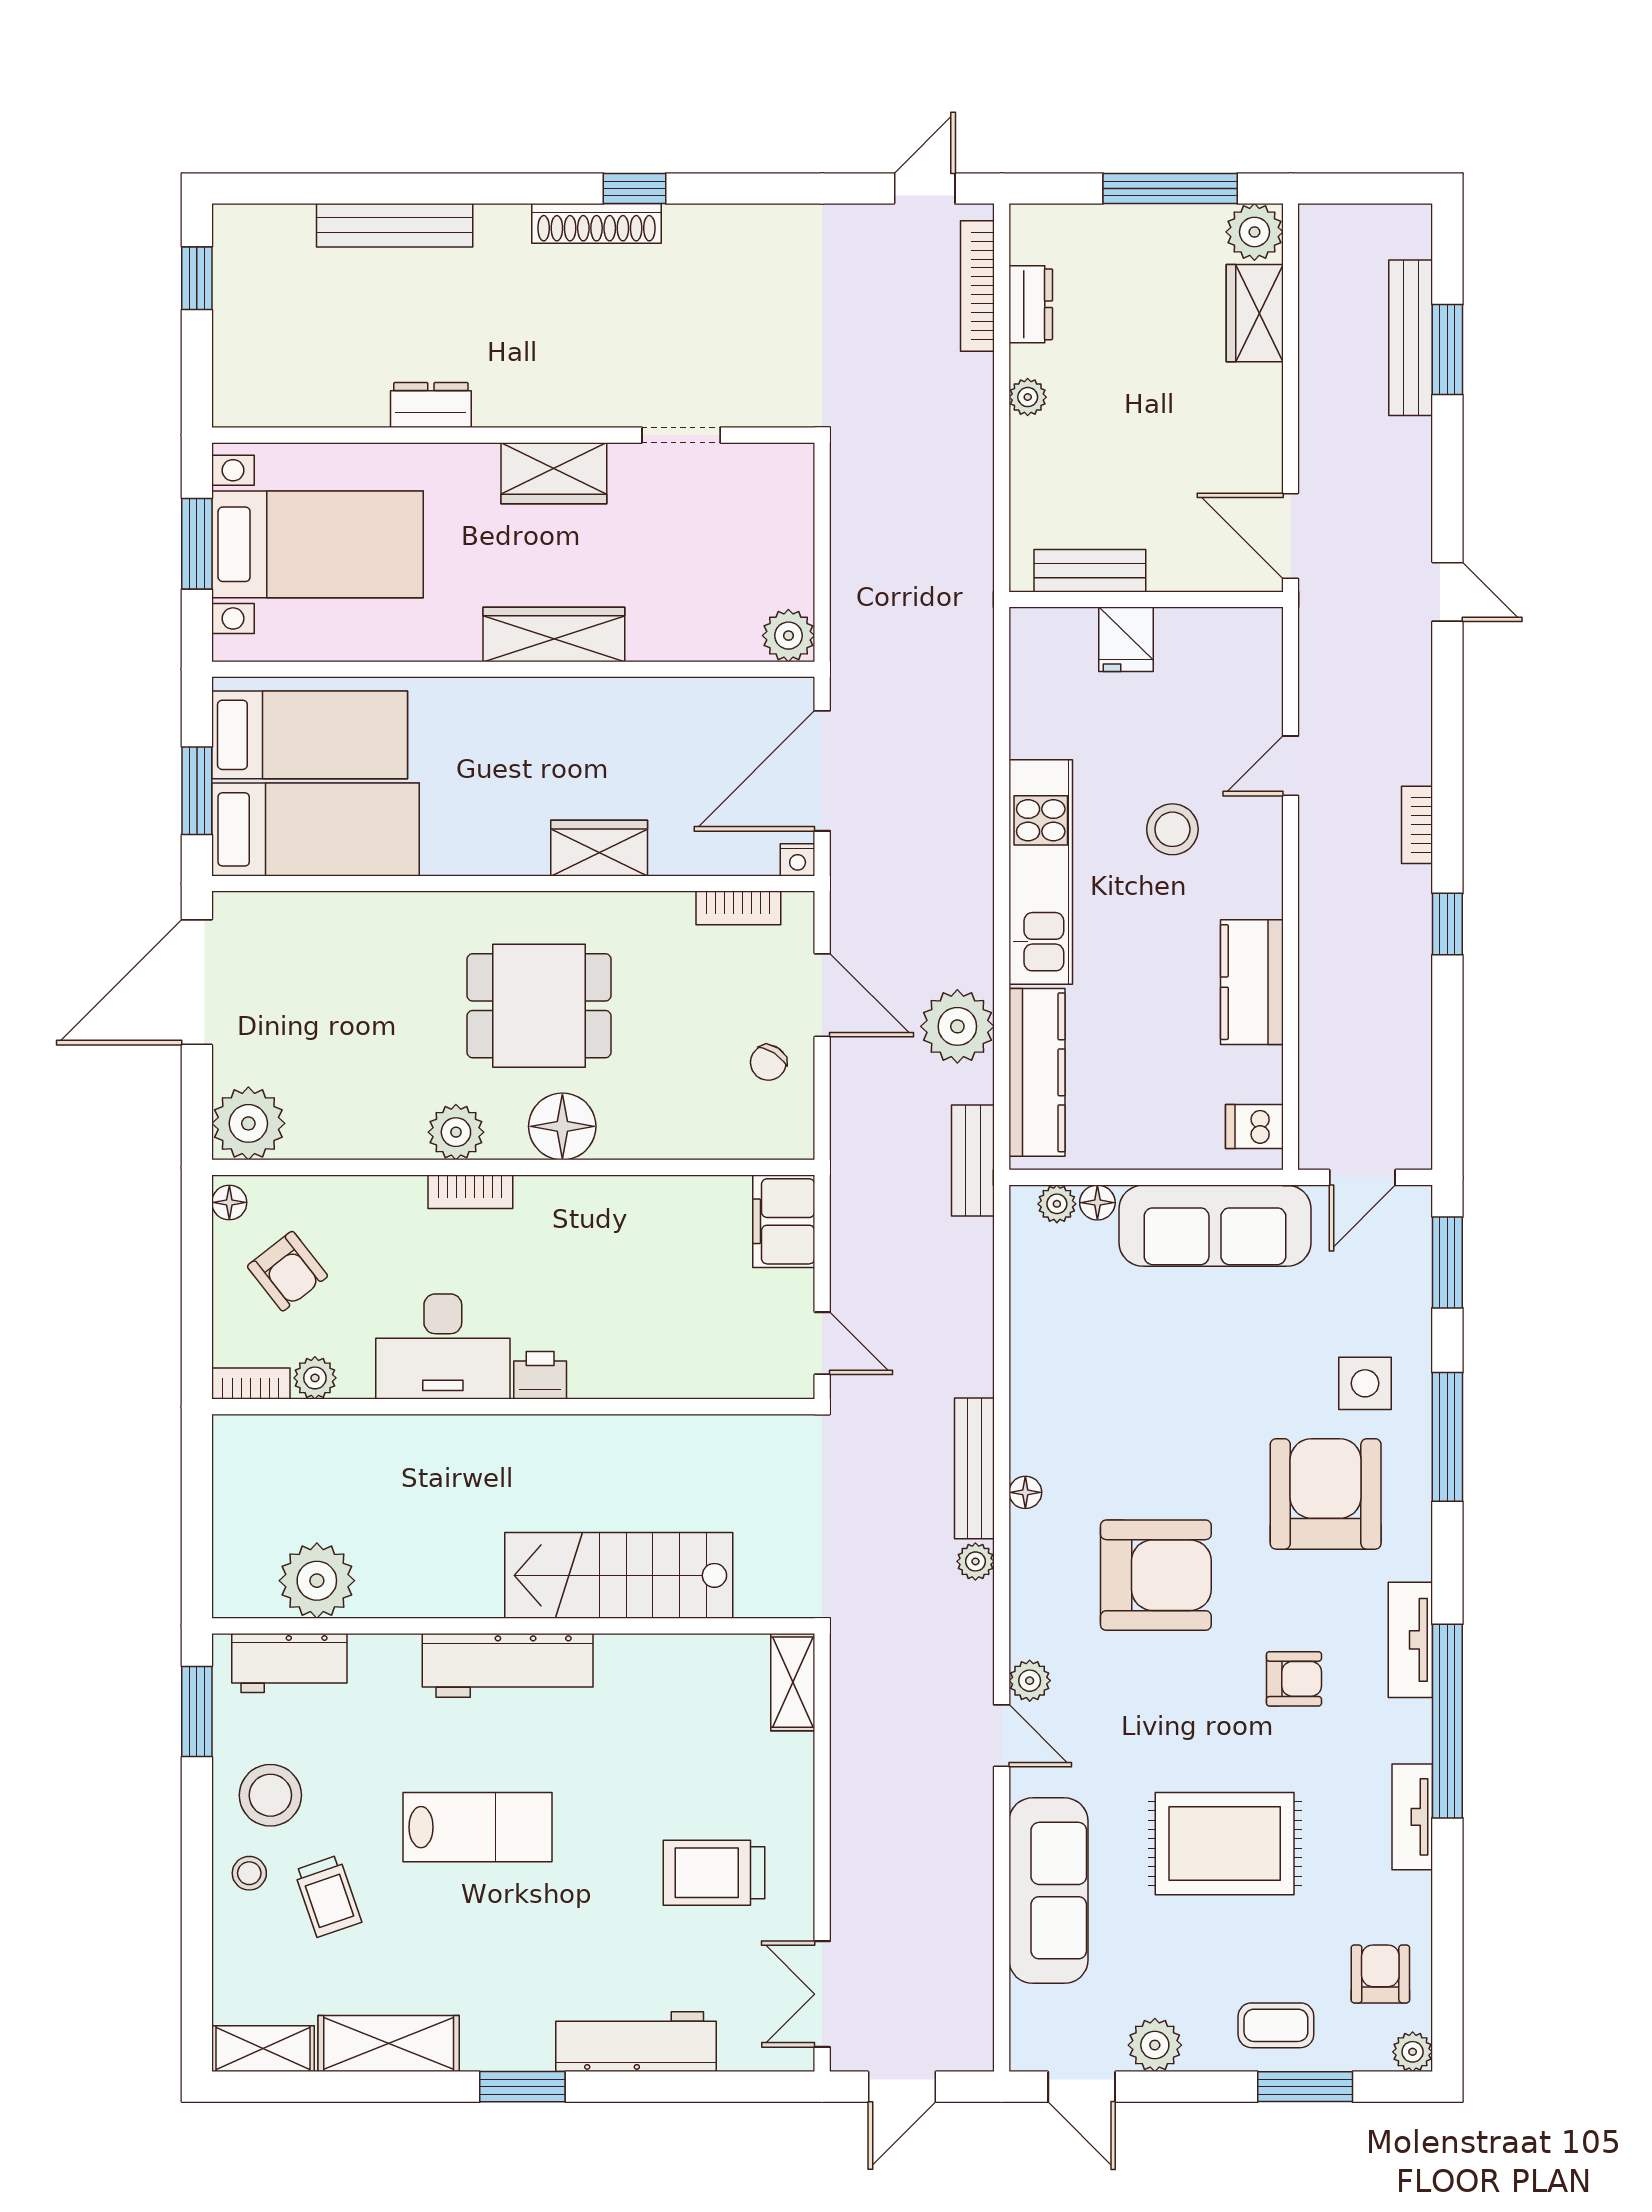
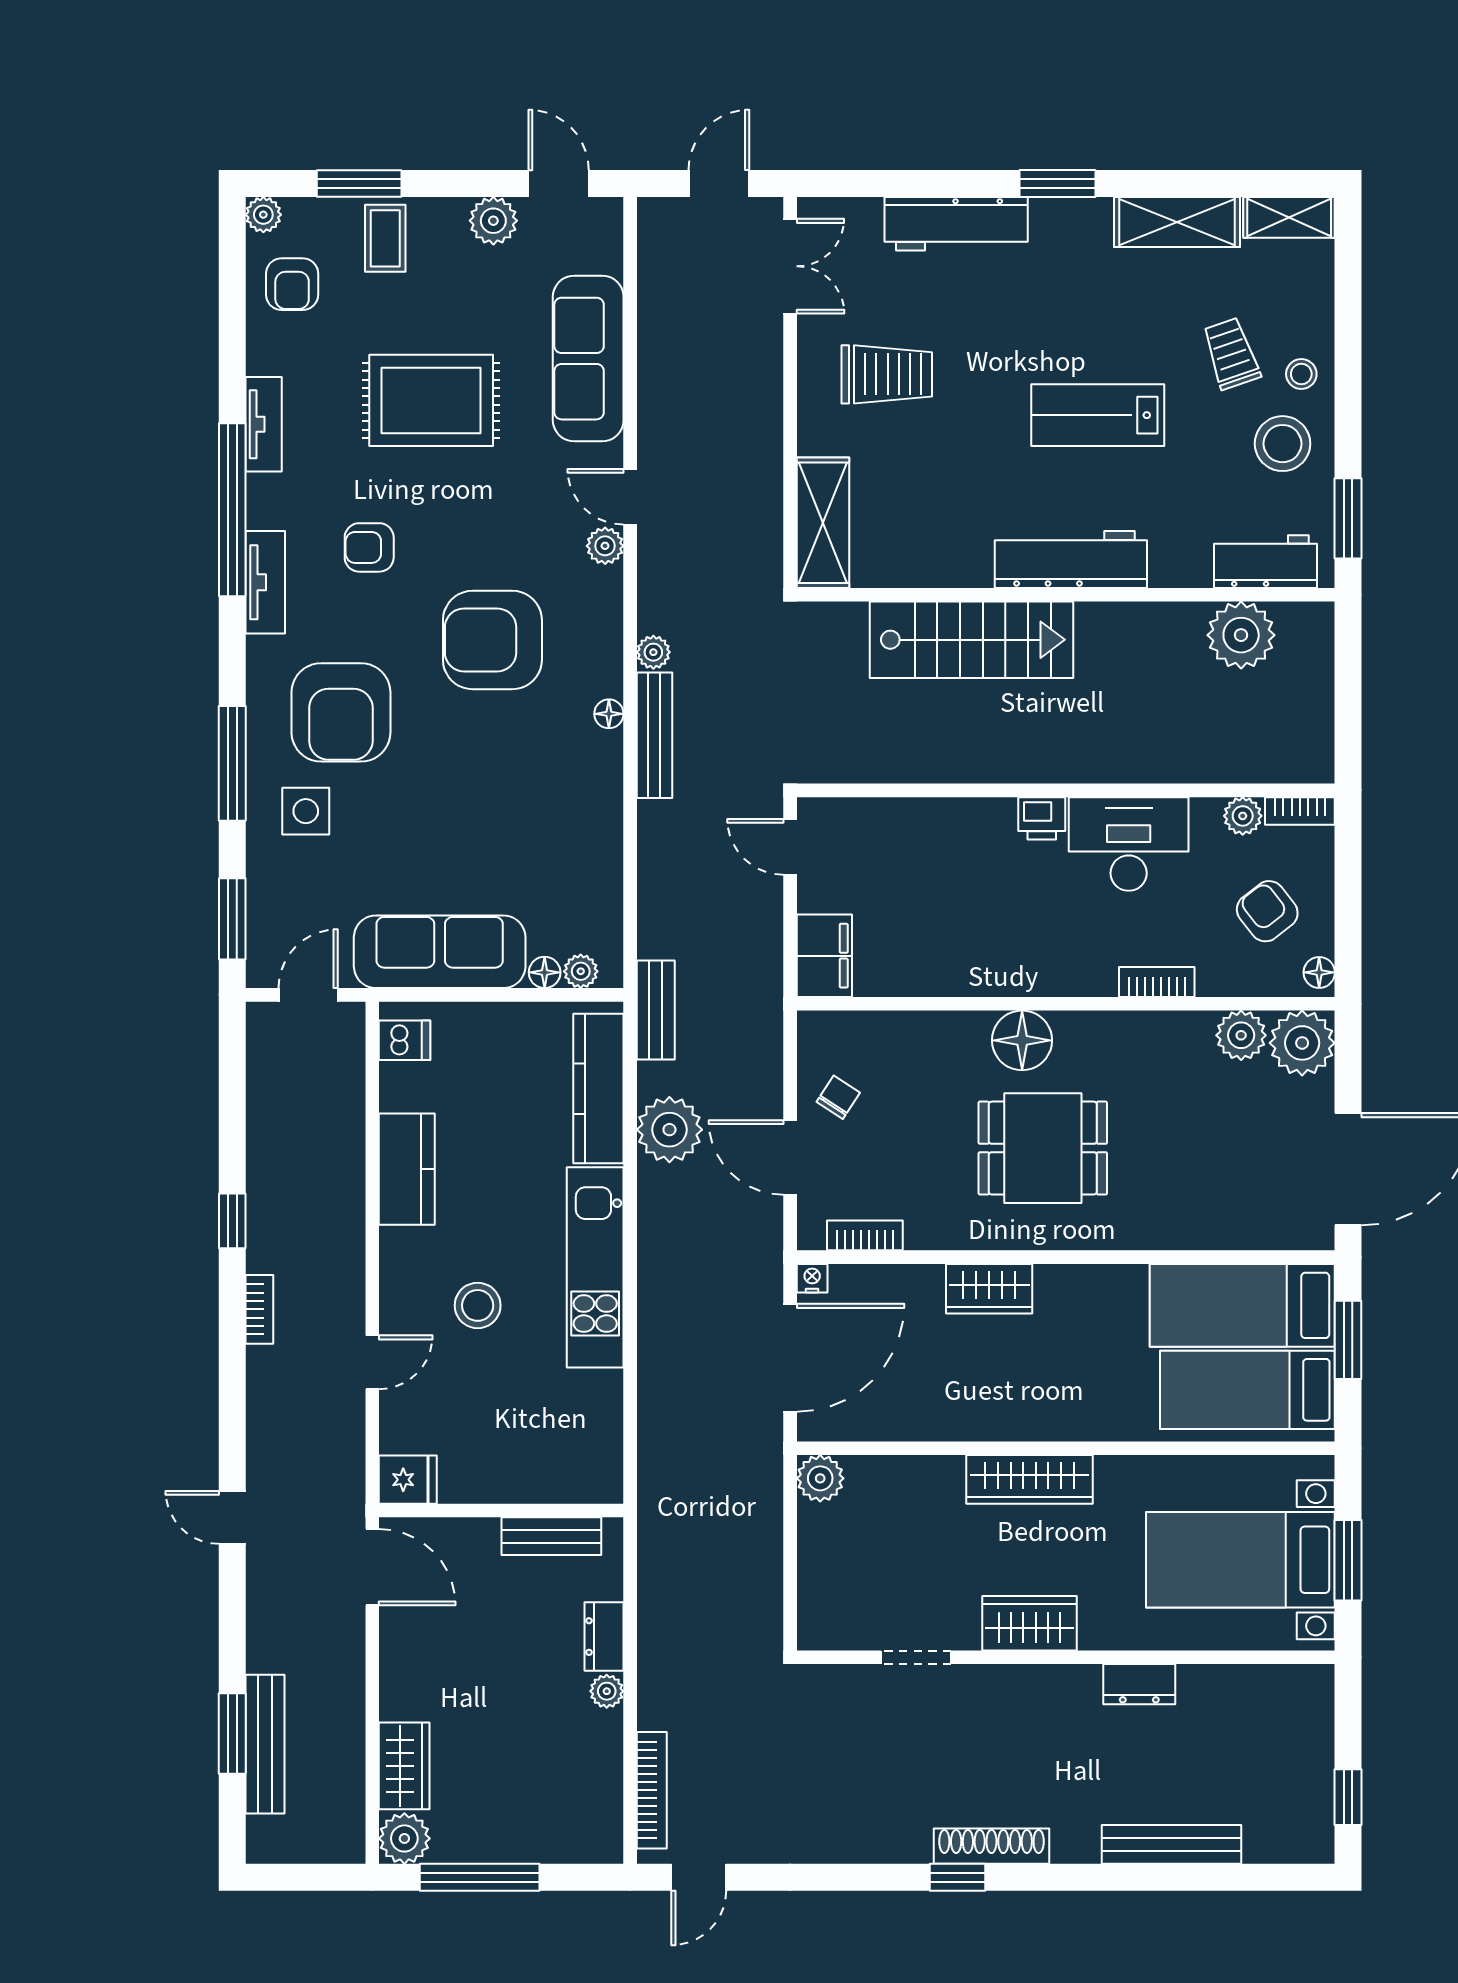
dresser: (1031, 304) -> (604, 1637), moved
fridge: (1126, 639) -> (408, 1480), moved, turned 90
plant: (456, 1132) -> (1241, 1035), moved
bookcase: (470, 1192) -> (1157, 982), moved
shelving: (793, 1682) -> (823, 523), width x1.50, depth x1.33
coffee table: (1276, 2025) -> (385, 238), turned 90

